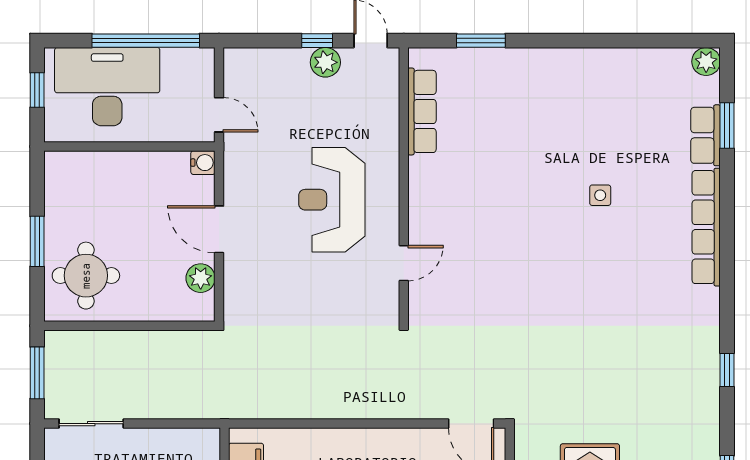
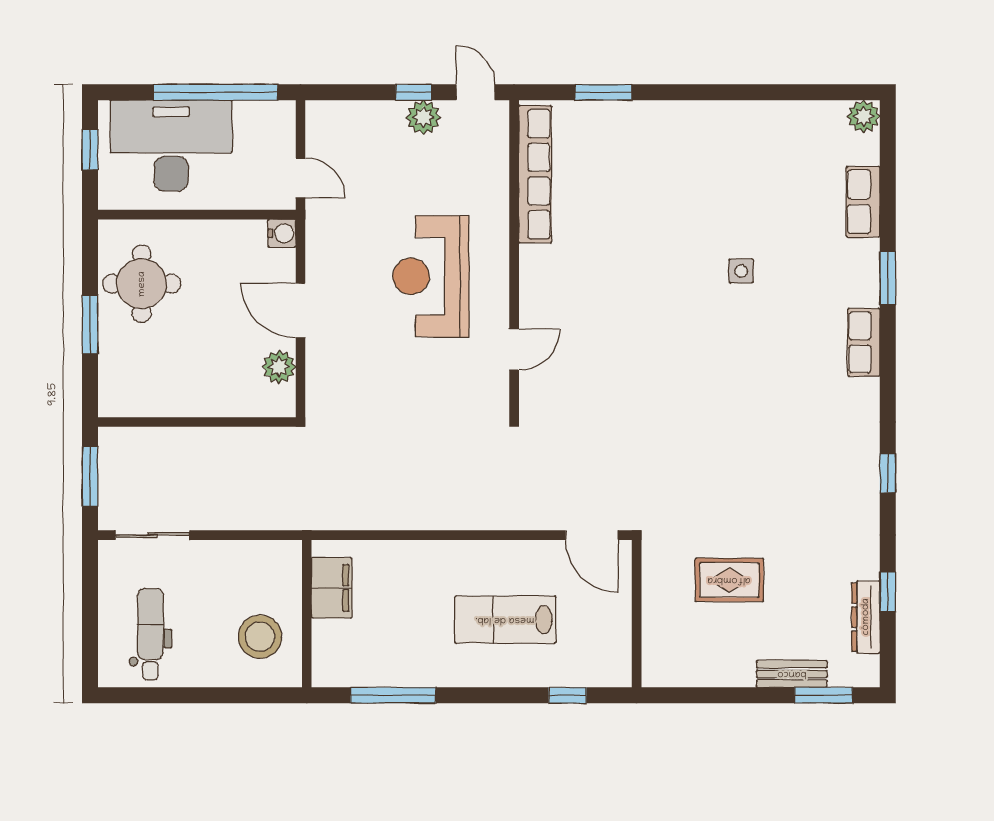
row of seats: (422, 111) -> (535, 174), width x1.36
window: (727, 125) -> (888, 278), moved
row of seats: (706, 227) -> (864, 342), width x0.50
round table: (86, 276) -> (142, 284), moved

